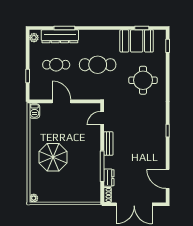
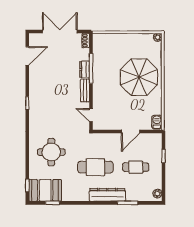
dresser: (60, 36) -> (107, 195), moved
booth: (137, 41) -> (45, 190), moved
door: (61, 101) -> (131, 131), hinge flipped
door: (102, 118) -> (91, 115), swing flipped
parasol: (53, 157) -> (139, 77), width x1.36, depth x1.36
dresser: (109, 178) -> (85, 69), moved
door: (168, 179) -> (27, 56), hinge flipped

